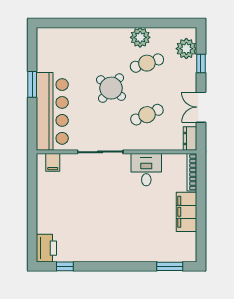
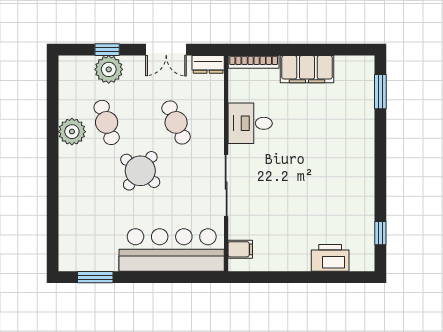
plant: (186, 49) -> (109, 69), moved
window: (32, 84) -> (95, 277), moved
printer: (46, 248) -> (330, 258), moved

